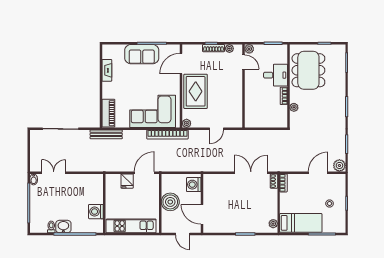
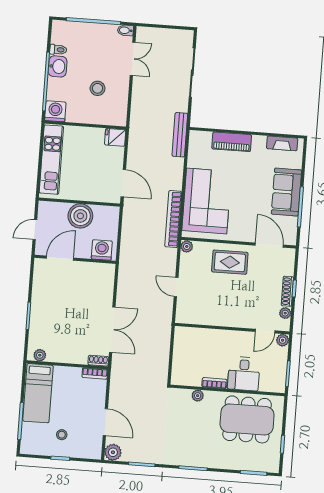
fireplace: (107, 70) -> (282, 143), moved
rug: (196, 91) -> (230, 262), width x0.73, depth x0.70
piano: (108, 113) -> (232, 142), moved
fridge: (127, 181) -> (115, 137), moved
stool: (77, 196) -> (98, 88), added
washing machine: (96, 212) -> (55, 111), moved

